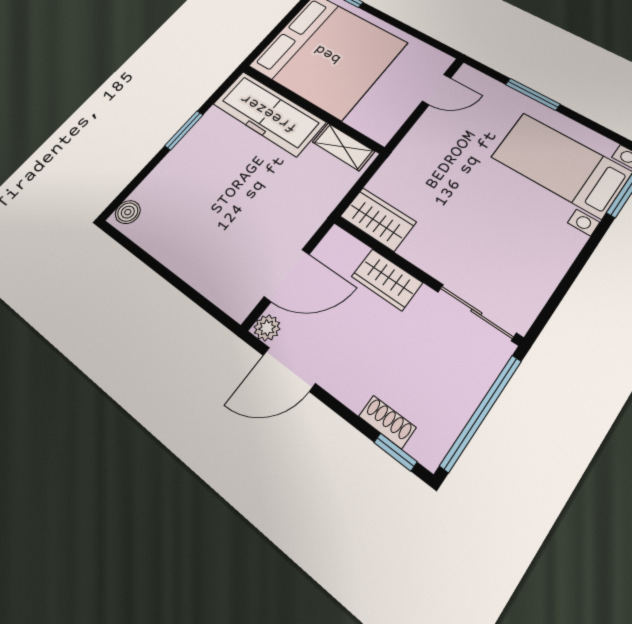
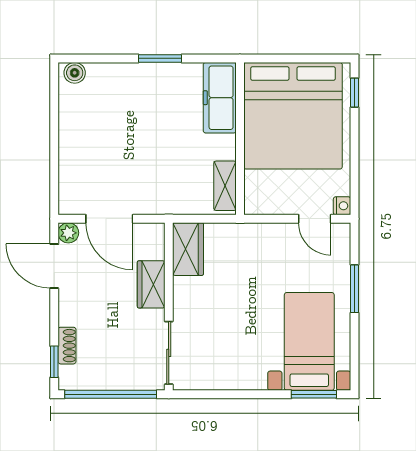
nightstand: (442, 61) -> (342, 206), added
freezer: (269, 113) -> (220, 98), width x0.73, depth x0.79

